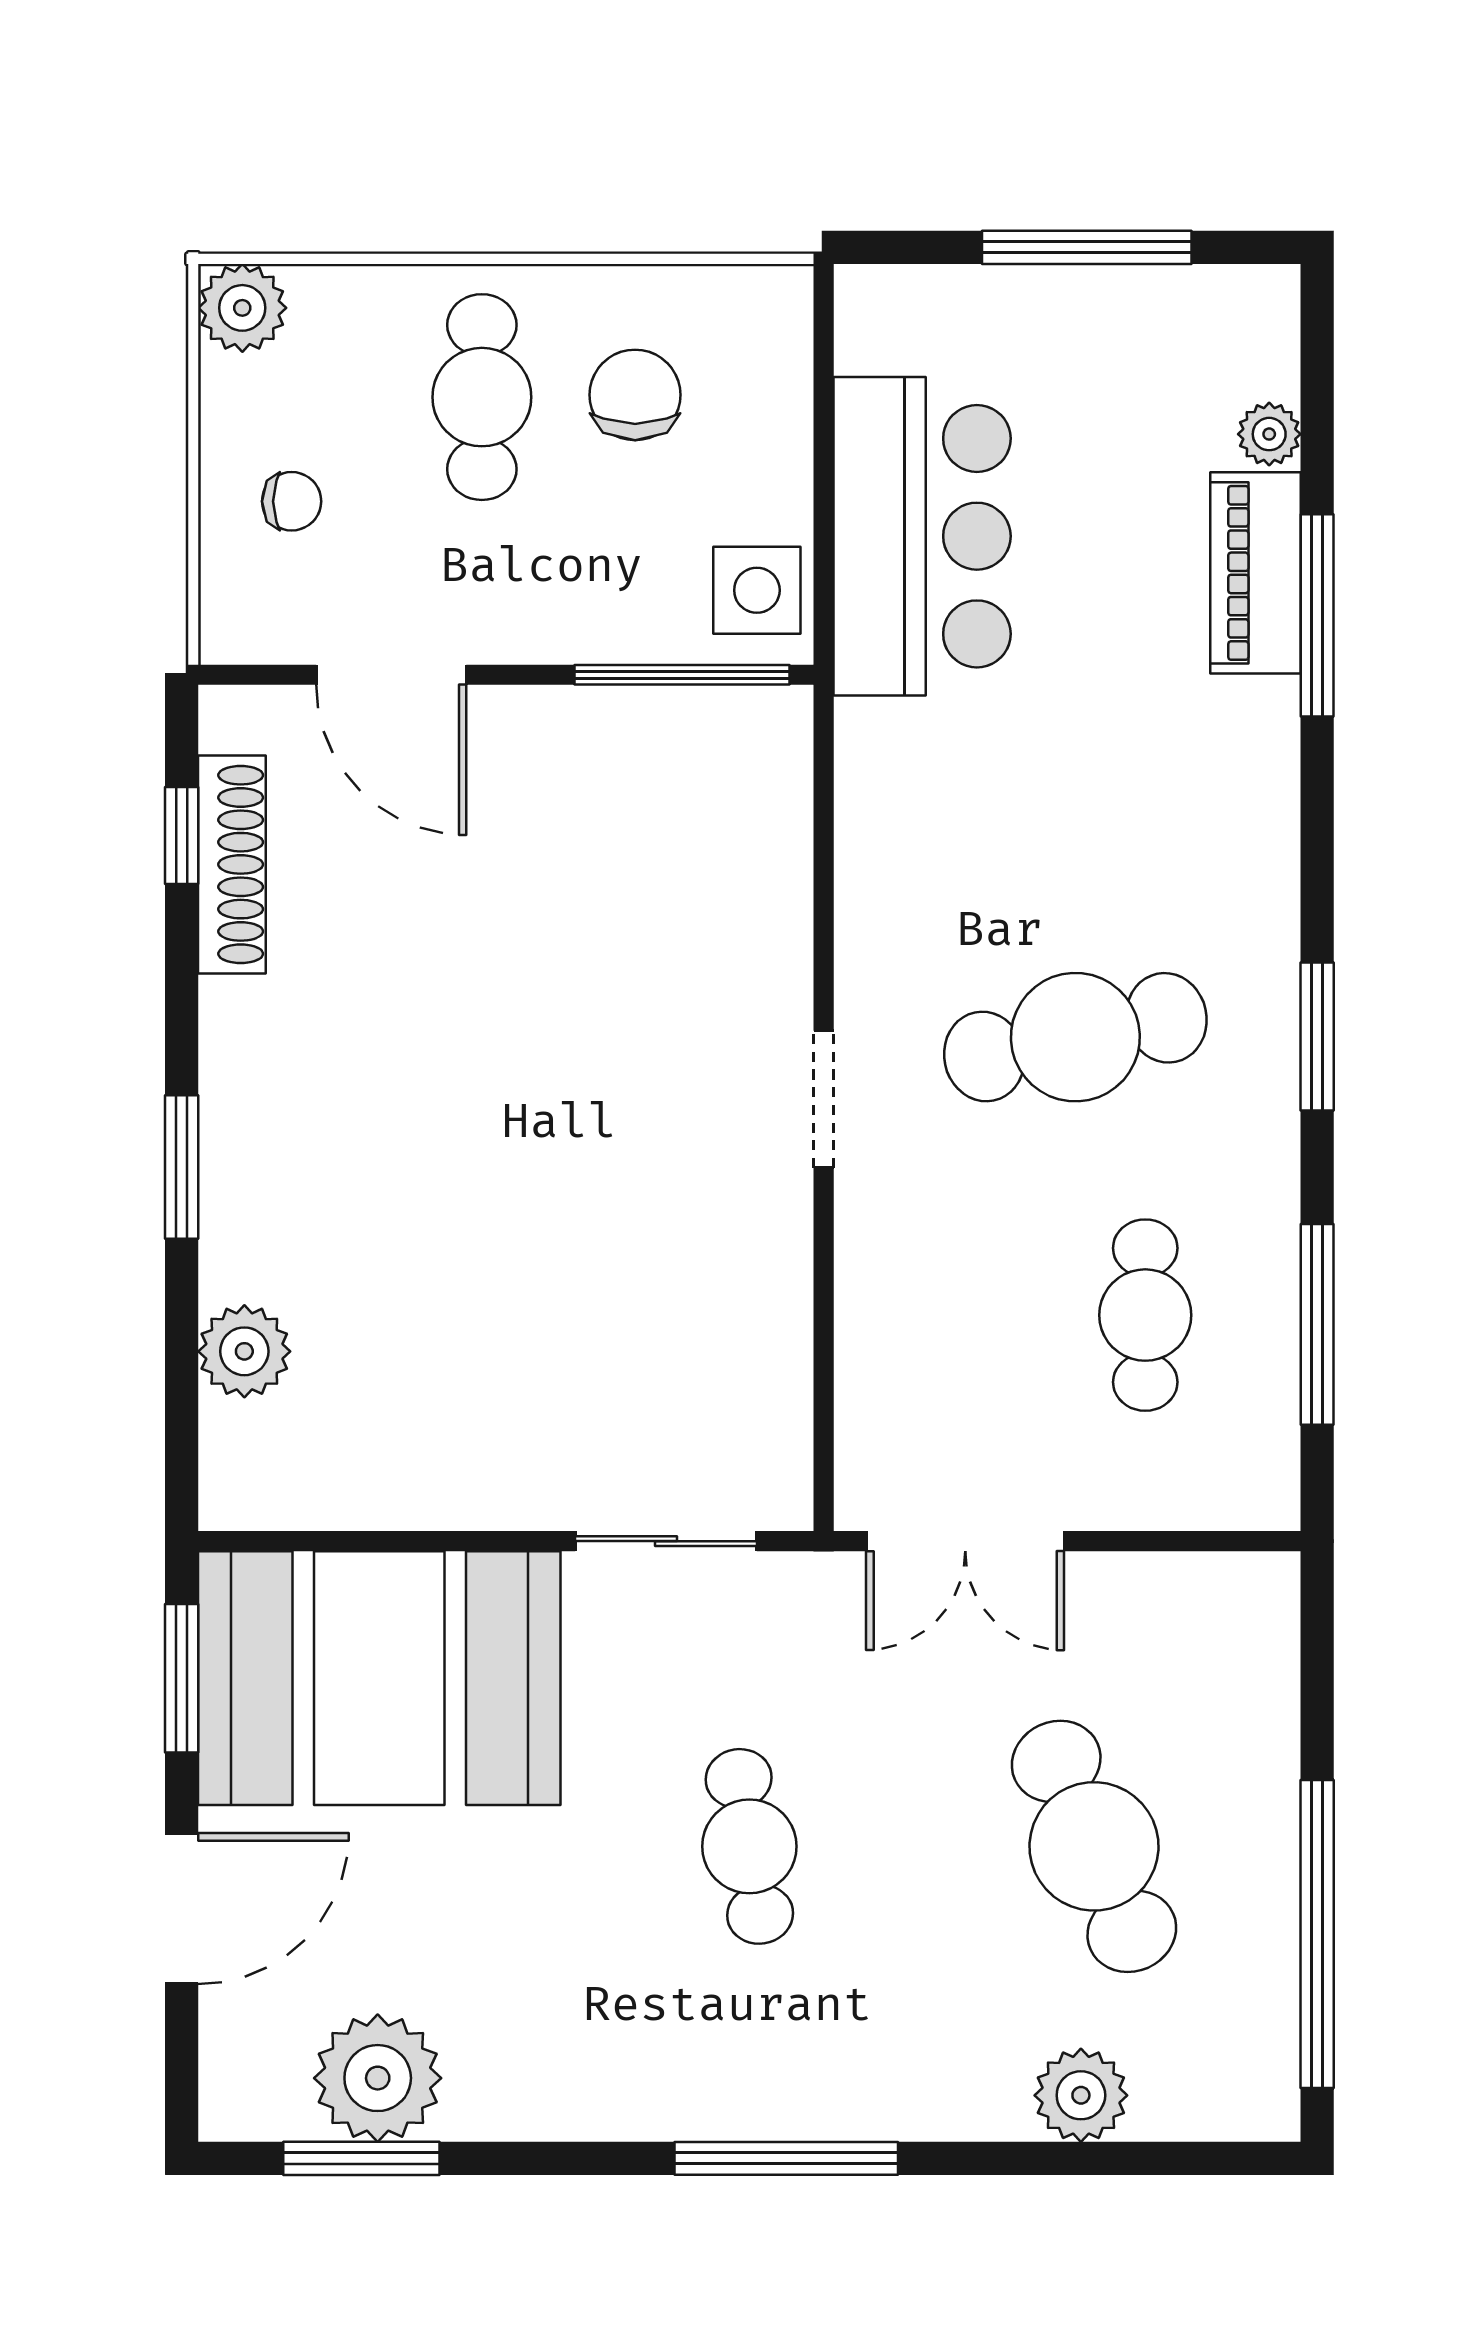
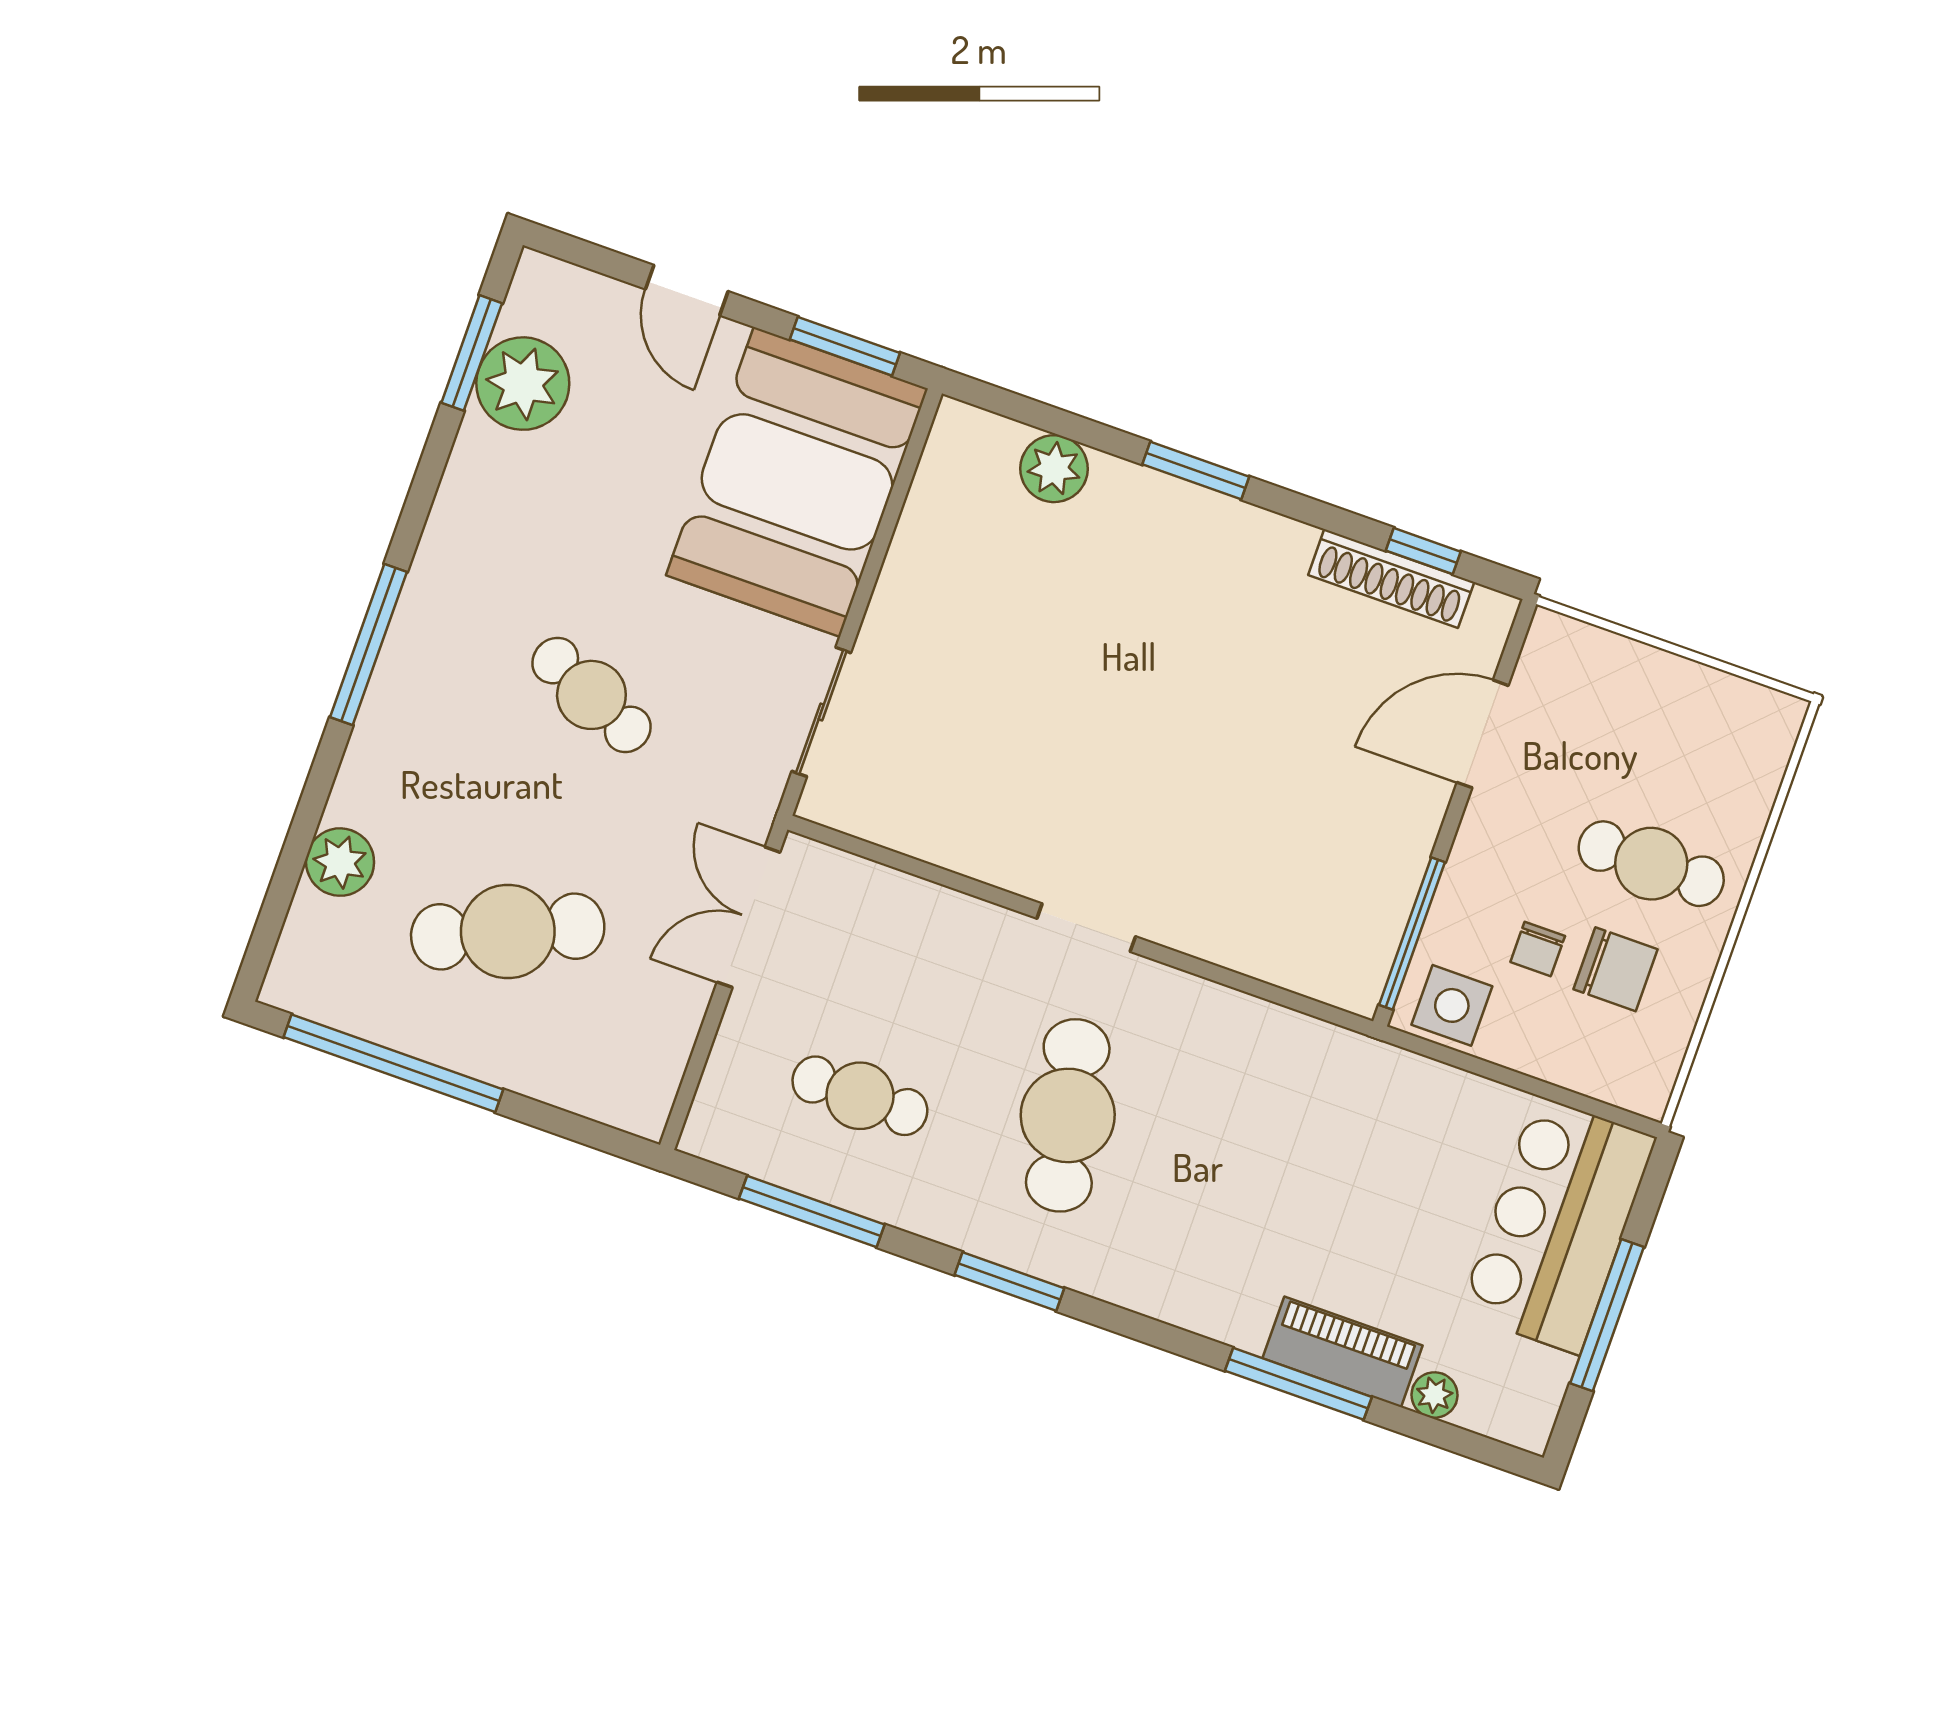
plant: (242, 308) -> (1771, 721), removed
chair: (292, 501) -> (1538, 949), moved
bar counter: (922, 536) -> (1558, 1225), moved, turned 90
cafe table: (749, 1846) -> (591, 695), turned 33
door: (182, 1909) -> (687, 290), width x0.73

